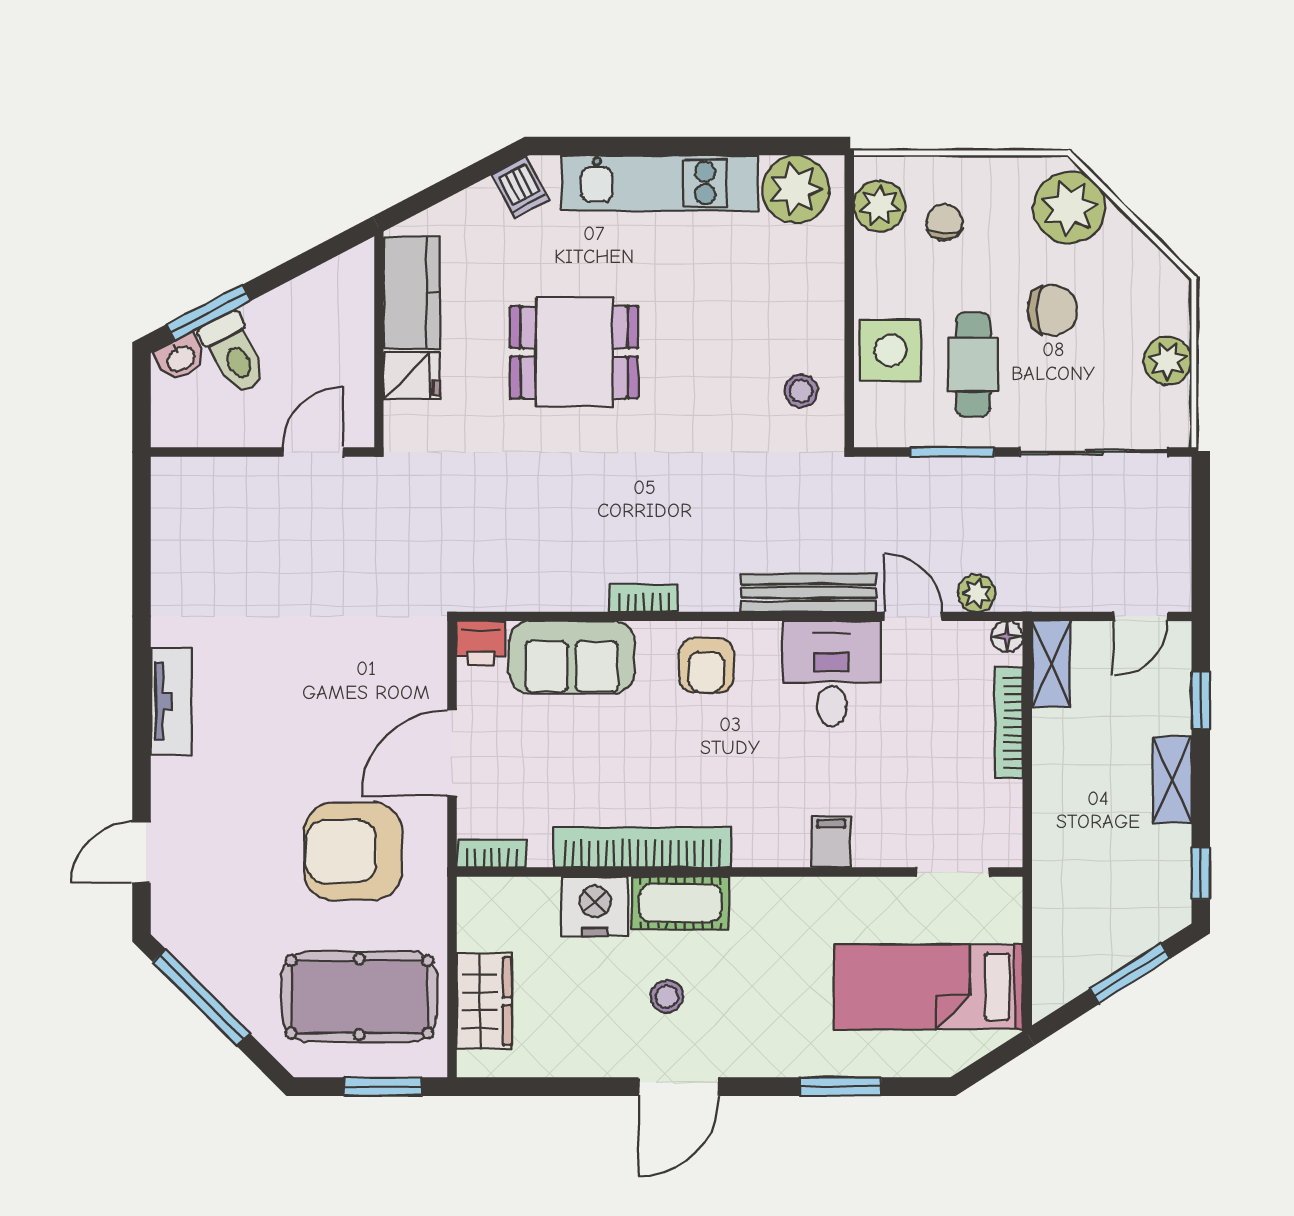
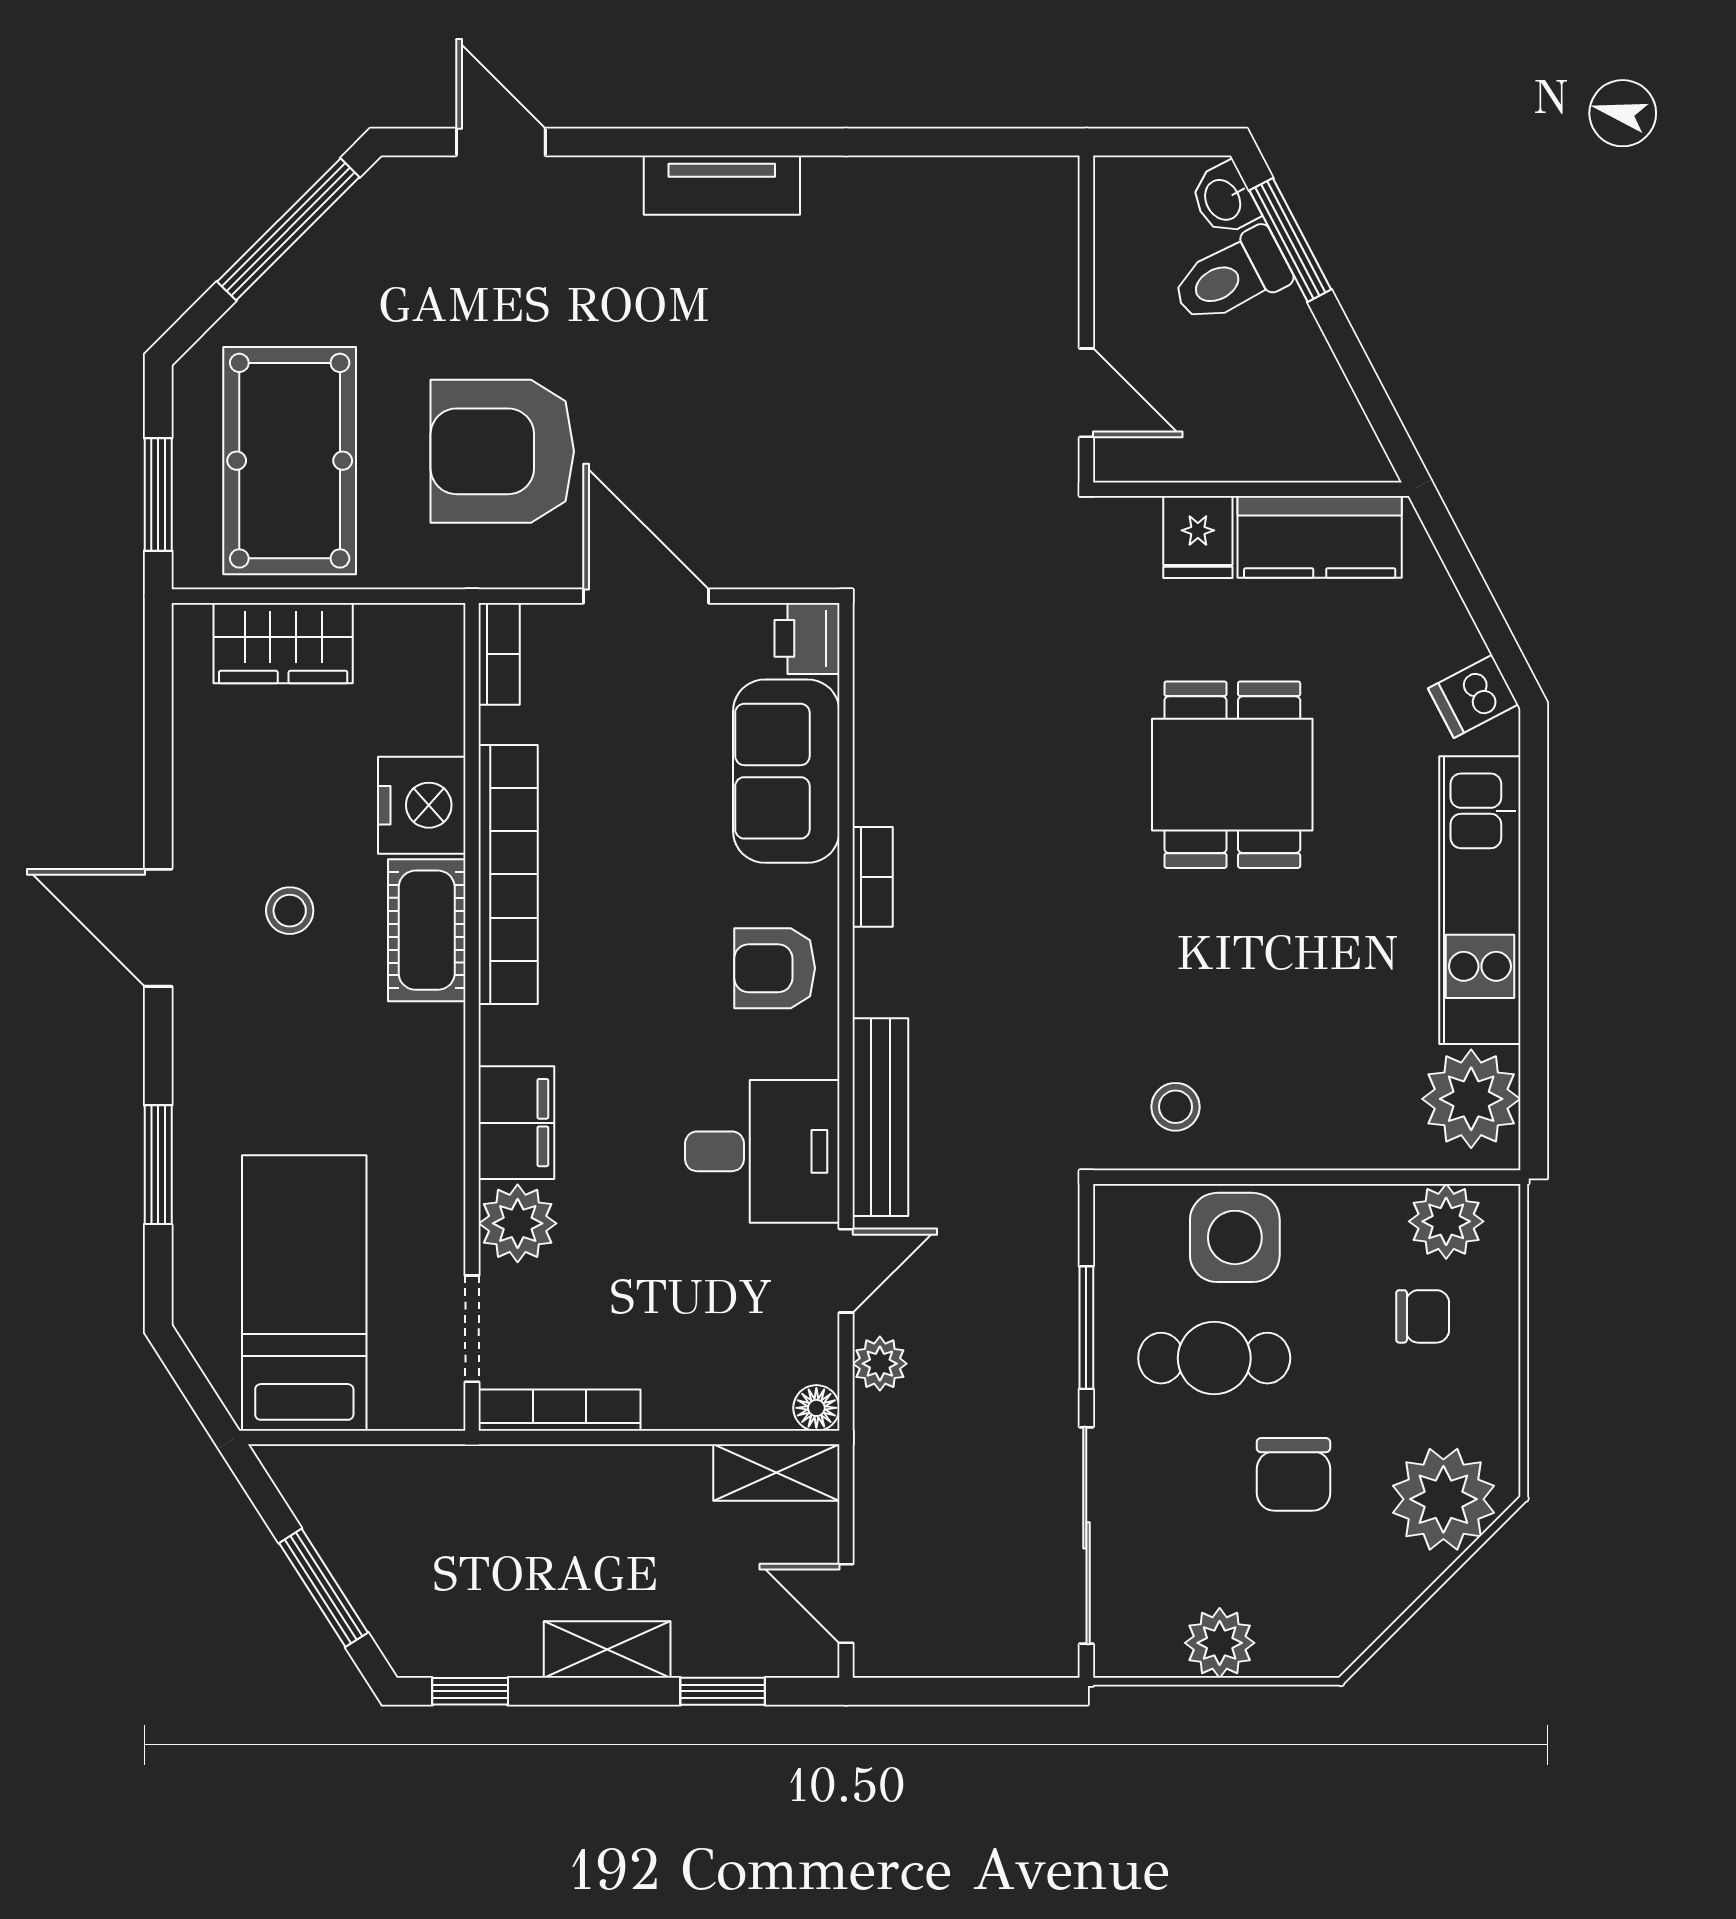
bookcase: (1009, 723) -> (560, 1410), moved
plant: (881, 841) -> (518, 1223), added
filing cabinet: (831, 842) -> (516, 1123), width x2.00
armchair: (353, 851) -> (502, 451), turned -90

